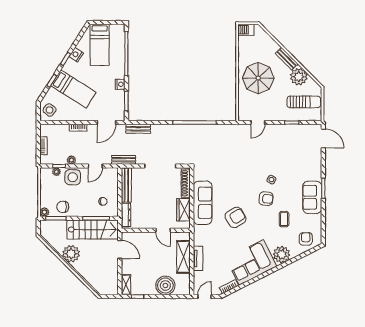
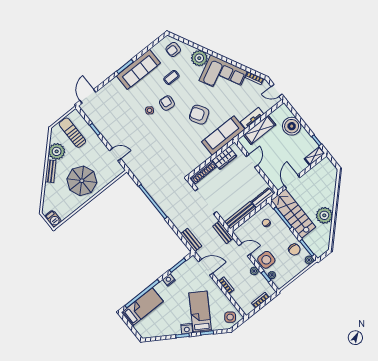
bed: (100, 45) -> (142, 307), moved
nightstand: (76, 55) -> (187, 329), moved
sofa: (312, 197) -> (138, 69), width x1.36
sofa: (203, 203) -> (223, 136), moved

